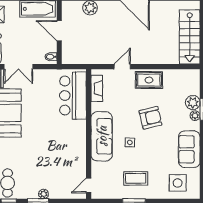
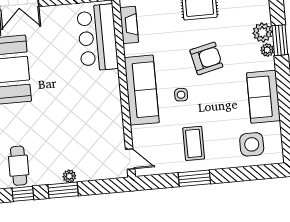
coffee table: (136, 178) -> (194, 143), turned 90
door: (89, 185) -> (130, 159), swing flipped

